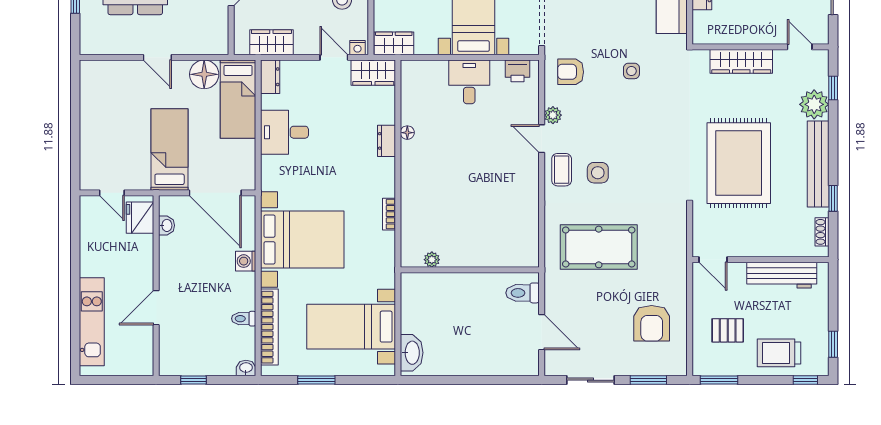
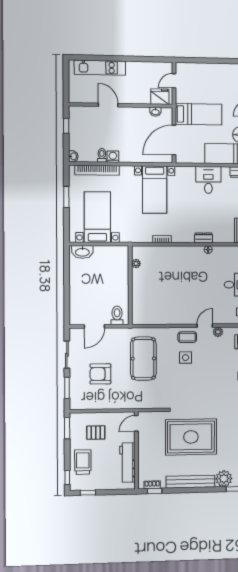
window: (833, 198) -> (155, 491), moved
bed with nightstands: (302, 239) -> (155, 190), width x0.73
washing machine: (246, 261) -> (113, 157), moved
armchair: (652, 323) -> (100, 374), moved
pallet: (728, 330) -> (96, 433), turned 90

